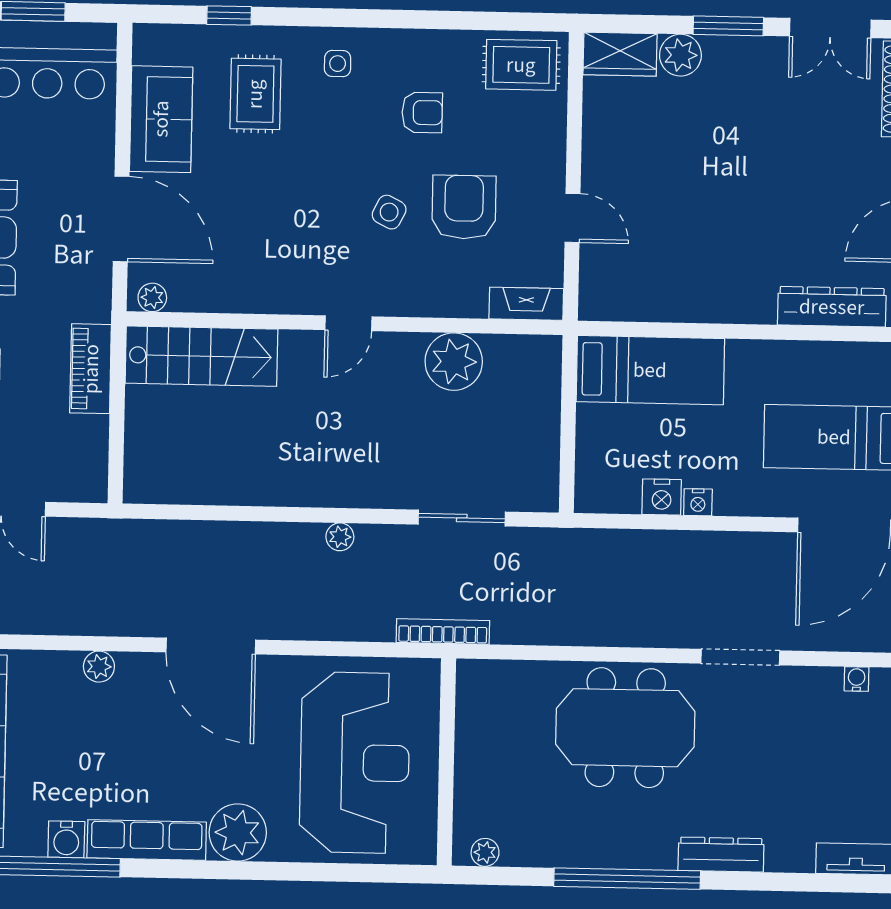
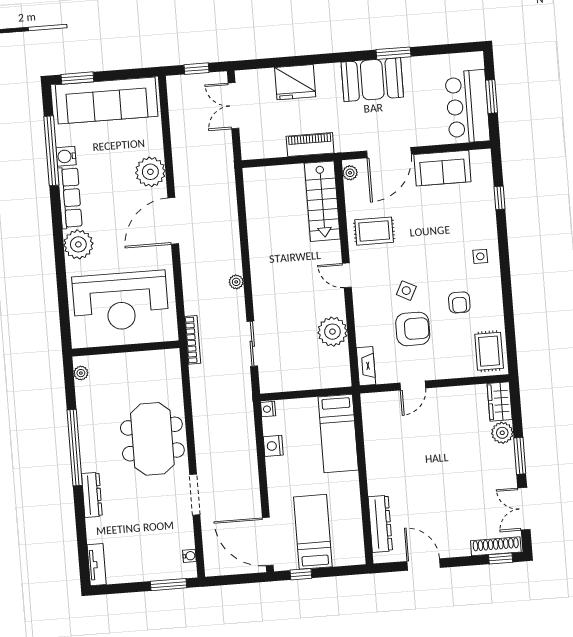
rug: (255, 94) -> (374, 231), moved
nightstand: (698, 502) -> (268, 409), moved
plant: (99, 667) -> (150, 172), width x1.87, depth x1.87

